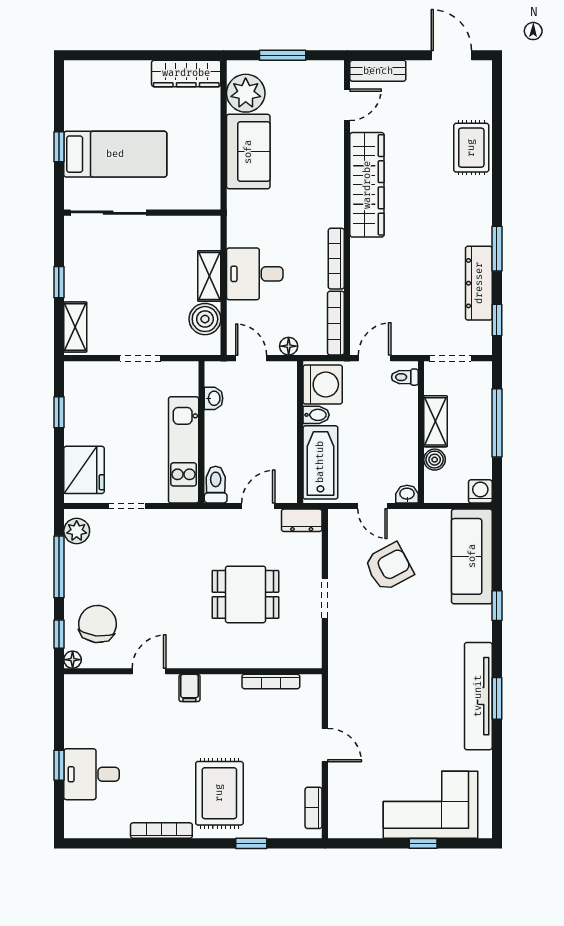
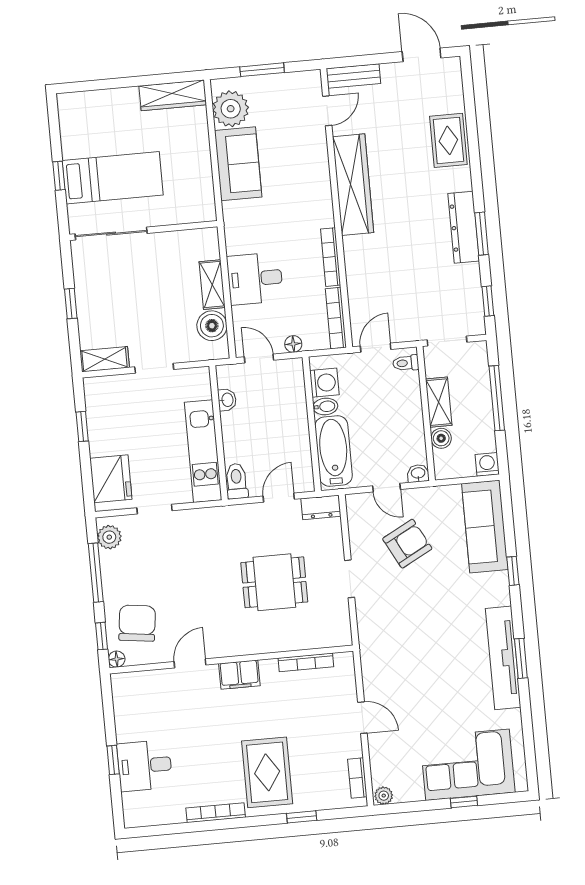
dresser: (479, 283) -> (464, 227), moved
shelving: (75, 327) -> (105, 359), moved, turned 90
washing machine: (323, 384) -> (324, 383), width x0.73, depth x0.73
filing cabinet: (189, 688) -> (239, 675), width x2.00
plant: (339, 829) -> (384, 796), added

